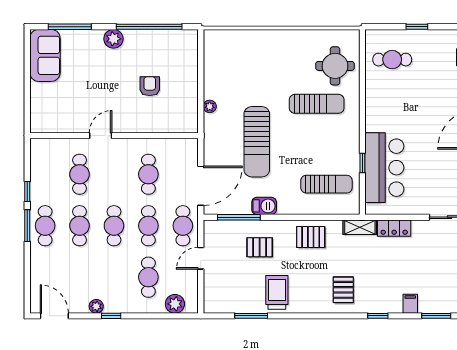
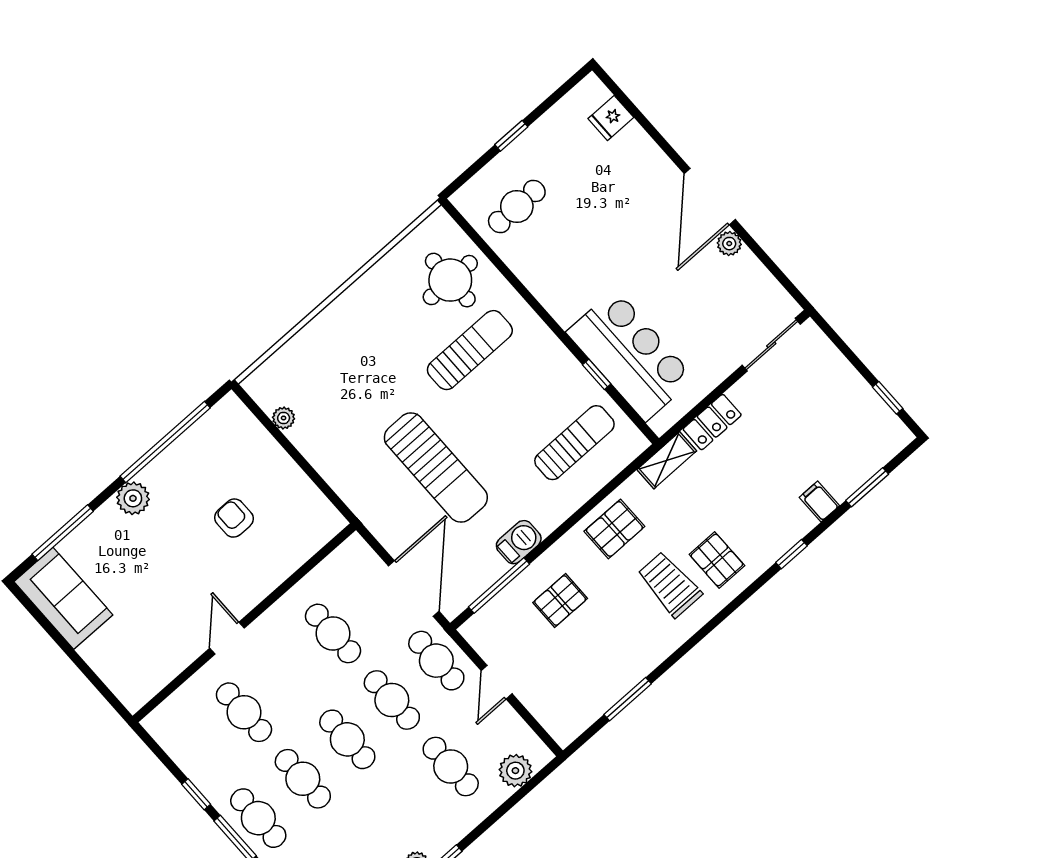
plant: (210, 106) -> (284, 418), moved
trolley: (277, 292) -> (670, 584), moved

